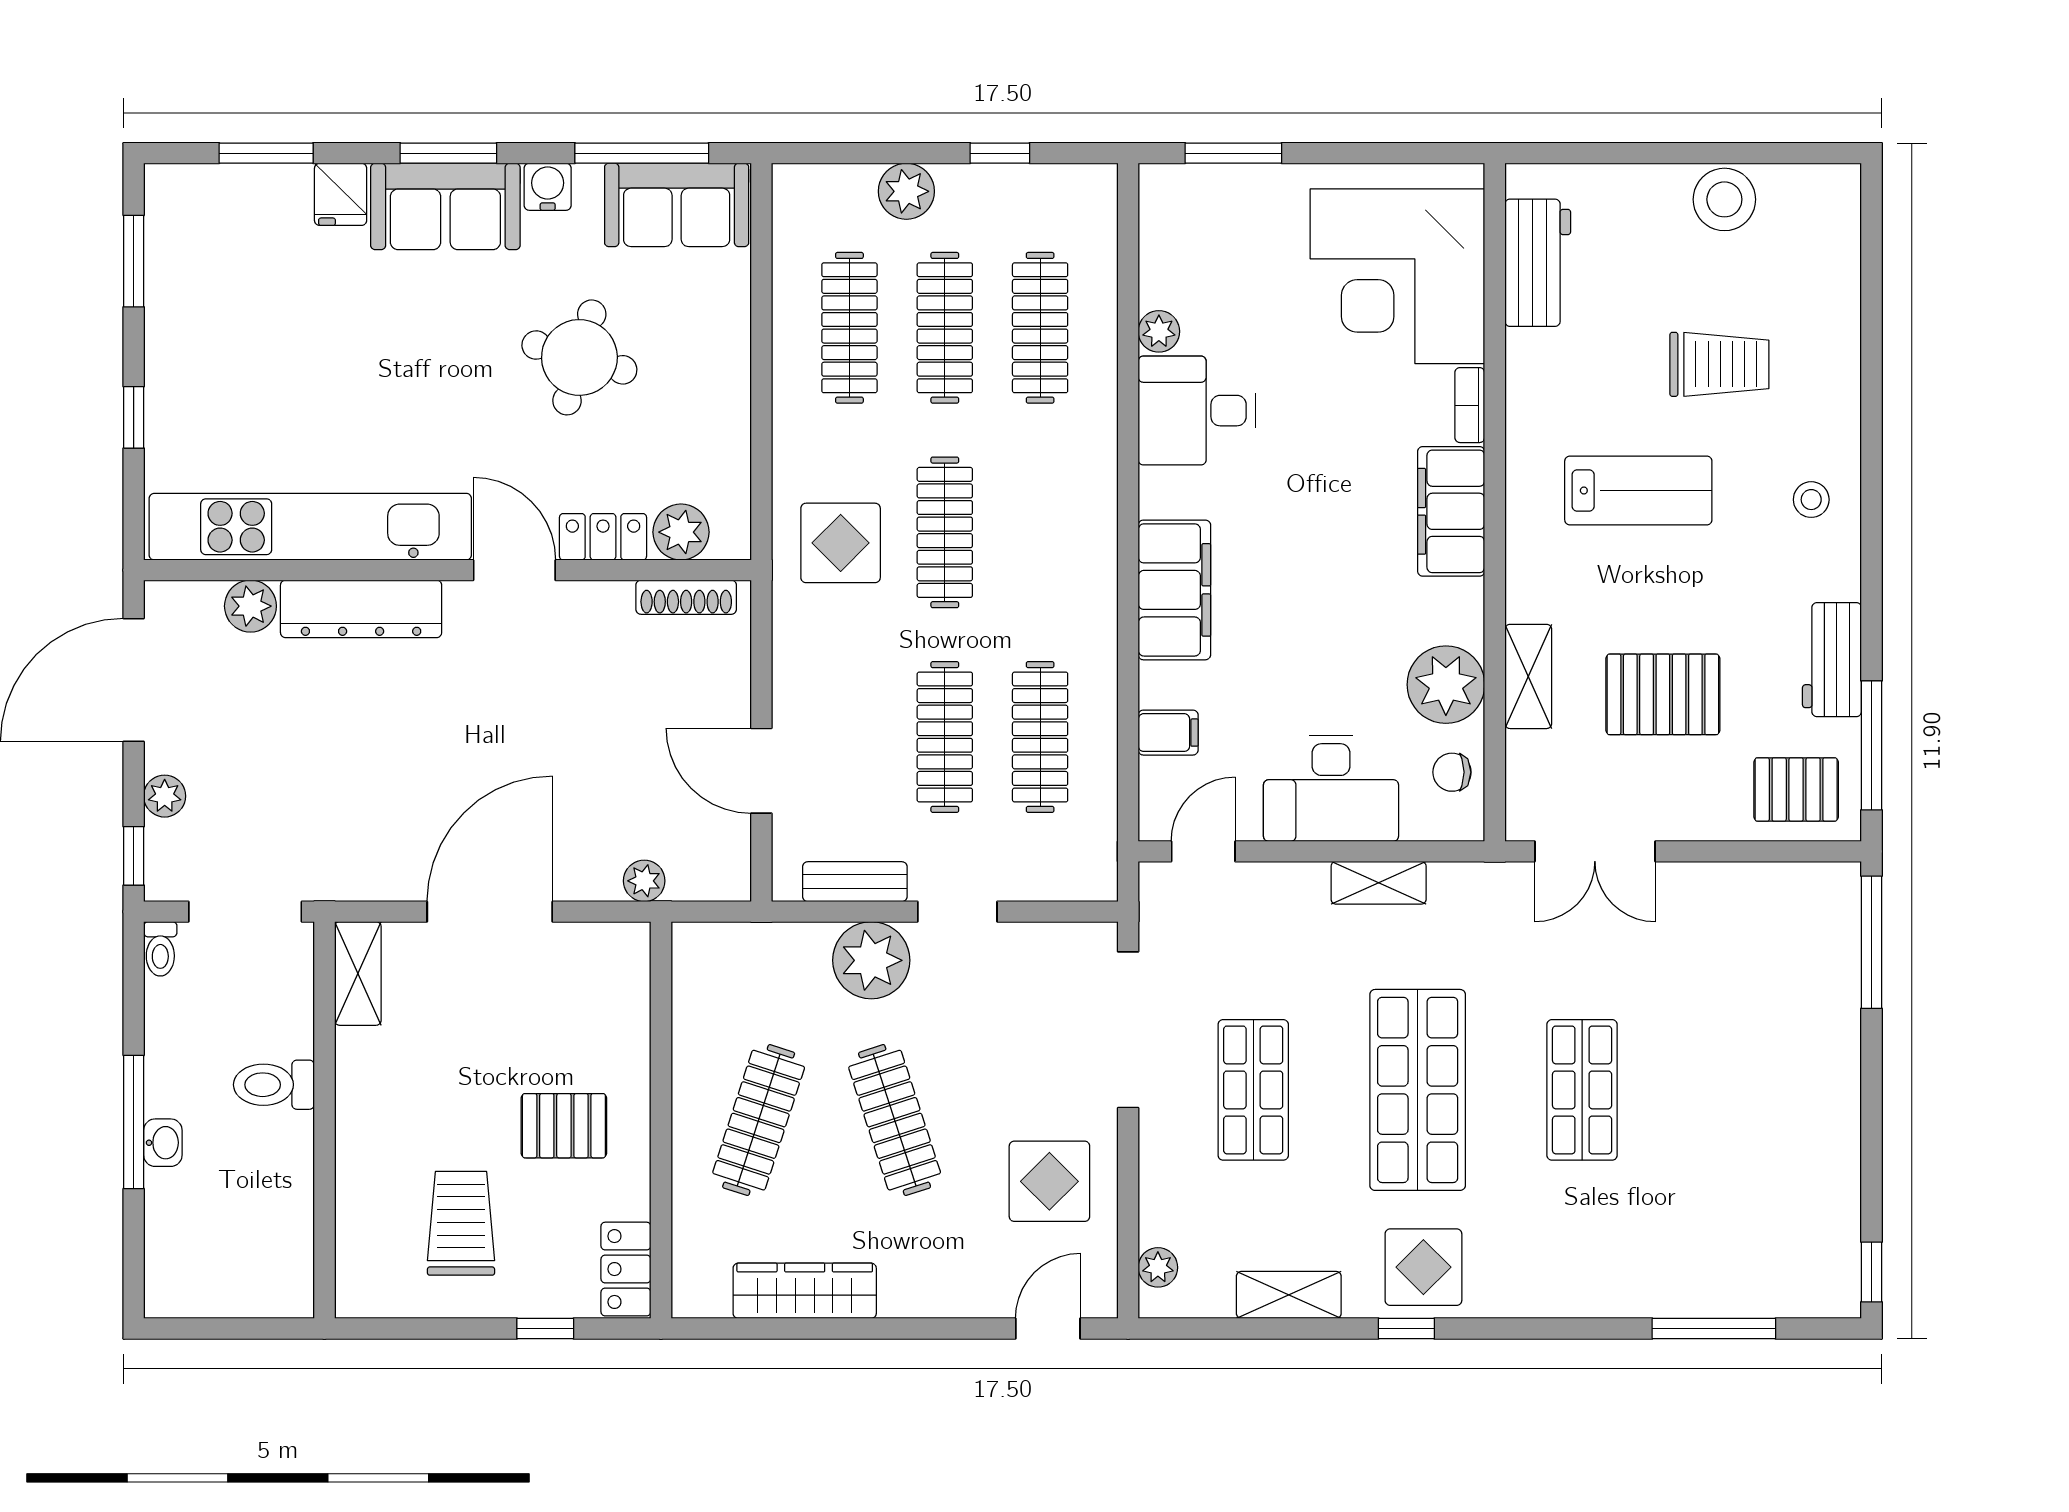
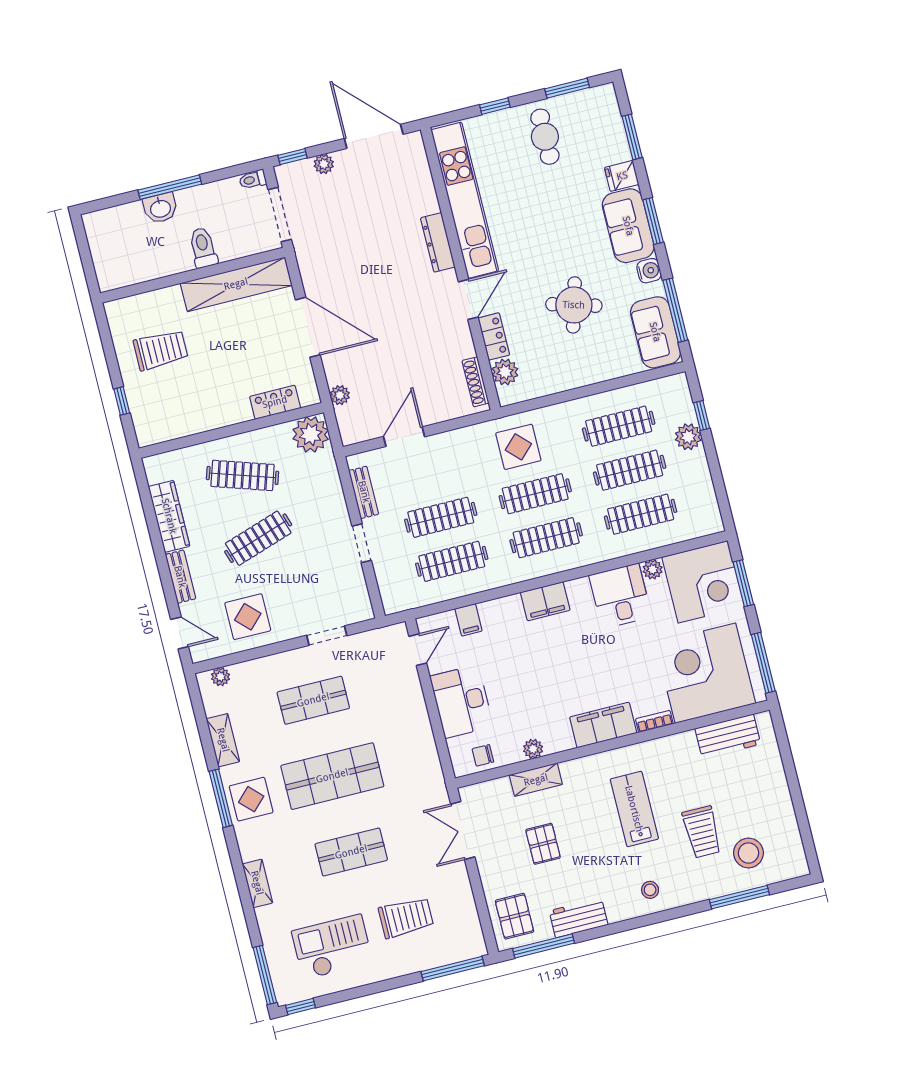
window: (1000, 153) -> (702, 415), moved
window: (1405, 153) -> (763, 663), added
stool: (1724, 199) -> (748, 853), moved
corner desk: (1210, 235) -> (703, 582), added
window: (1872, 321) -> (739, 897), added
cafe table: (221, 331) -> (545, 137), added
lab bench: (1638, 490) -> (634, 809), turned 180
clothes rail: (1040, 532) -> (546, 538), added
filing cabinet: (1174, 590) -> (545, 601), width x0.67, depth x0.86
plant: (250, 606) -> (421, 182), removed
dresser: (361, 609) -> (438, 242), width x0.73, depth x0.80
plant: (1446, 685) -> (533, 749), width x0.53, depth x0.53
pallet: (1663, 694) -> (543, 844), width x0.67, depth x0.71
chair: (1452, 772) -> (483, 755), turned -90
door: (1203, 851) -> (418, 650), hinge flipped
shelving: (1379, 883) -> (257, 883), moved
plant: (871, 960) -> (311, 434), moved
shelving: (358, 973) -> (236, 284), width x2.20, depth x1.33
trolley: (1744, 1011) -> (406, 918), added
doorway: (1128, 1030) -> (327, 636), width x0.53
pallet: (564, 1126) -> (218, 386), removed
washbasin: (163, 1143) -> (160, 208), width x1.38, depth x1.45
checkout: (1766, 1177) -> (332, 947), added
locker: (626, 1269) -> (275, 402), moved
bench: (933, 1298) -> (180, 577), added
window: (1406, 1329) -> (221, 798), width x2.17
window: (1714, 1329) -> (265, 975), moved

